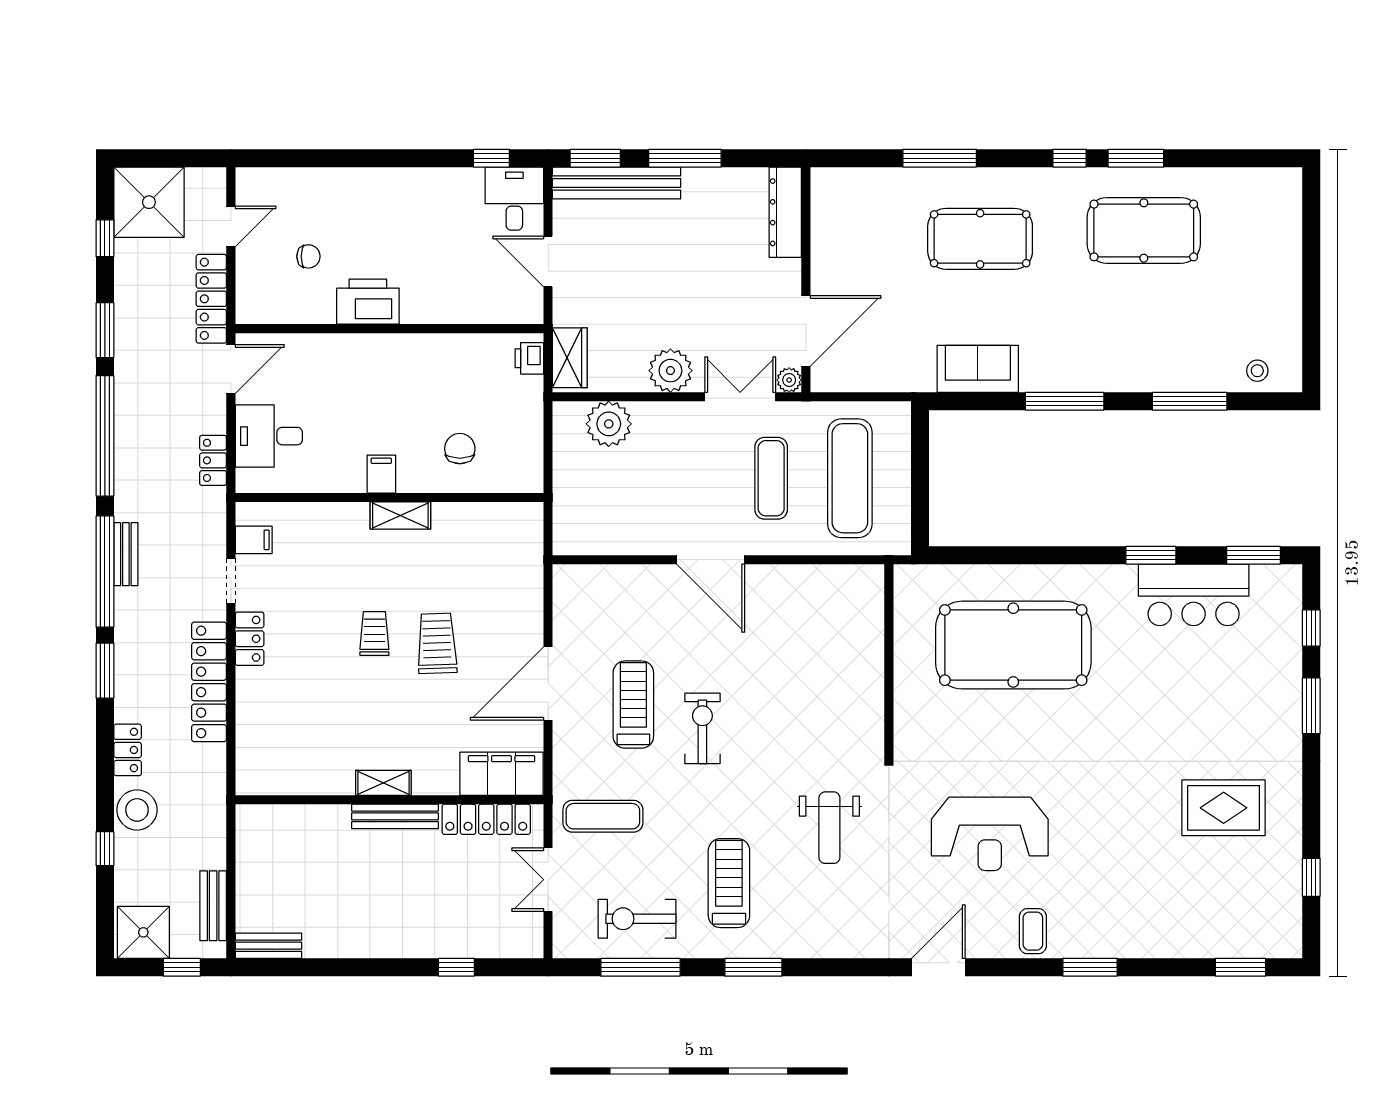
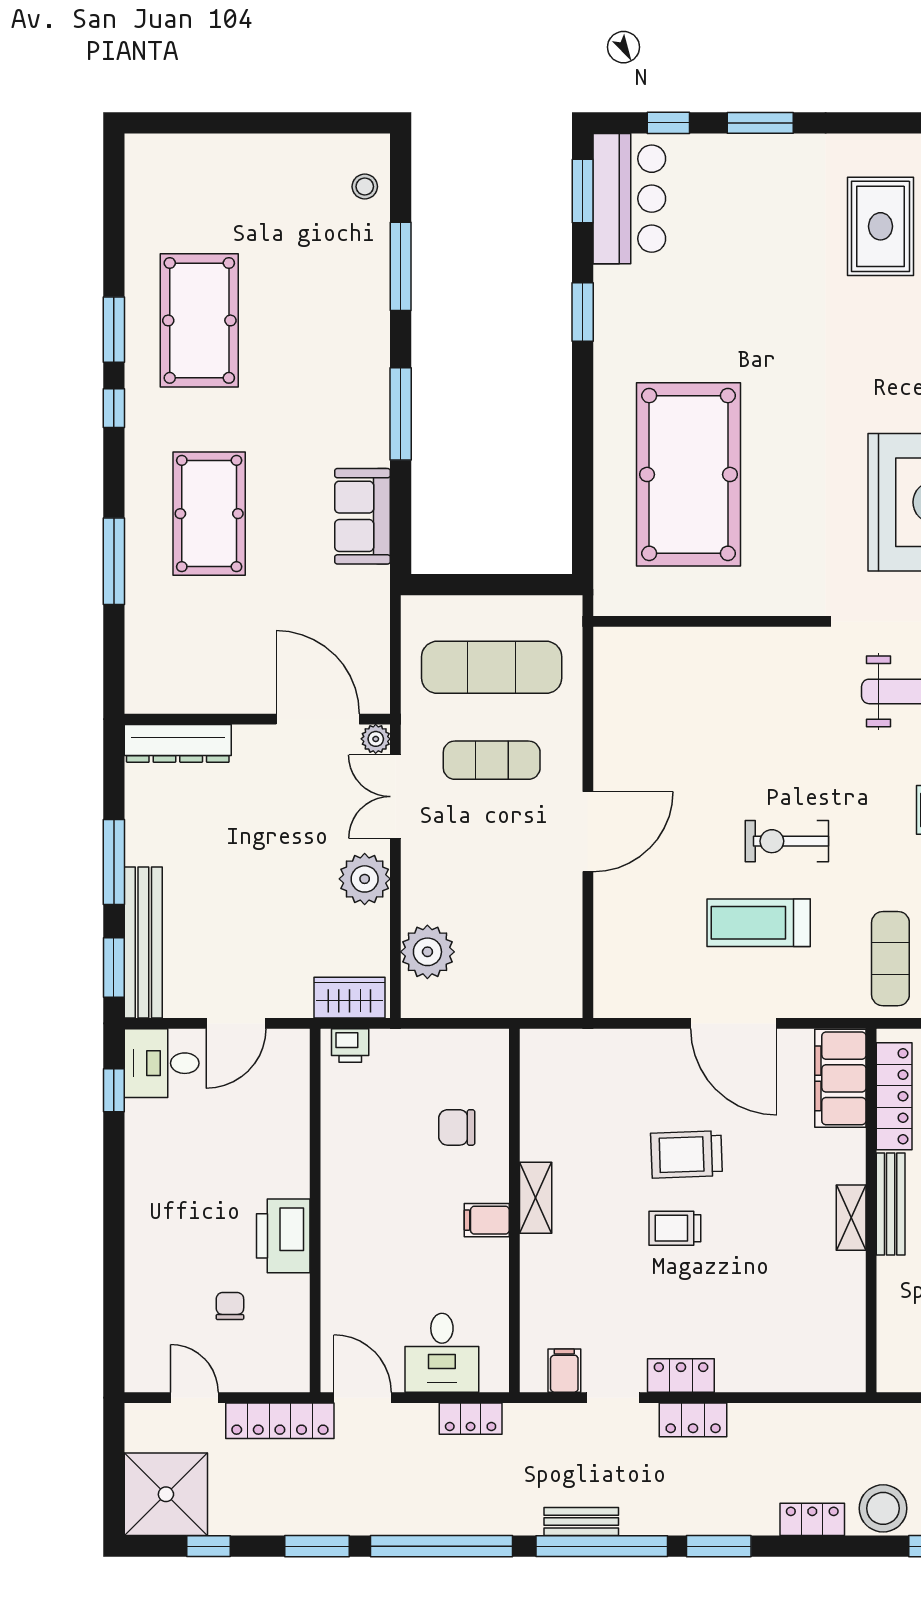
bar counter: (1194, 595) -> (629, 199), moved
locker: (209, 682) -> (693, 1420), width x0.46, depth x0.83

